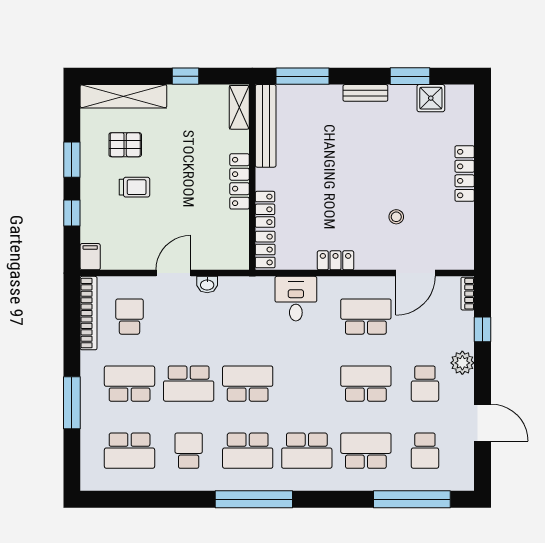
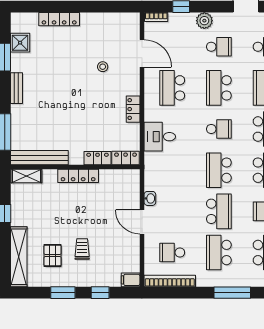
locker: (465, 174) -> (59, 19), moved
school desk: (307, 384) -> (219, 129), added

